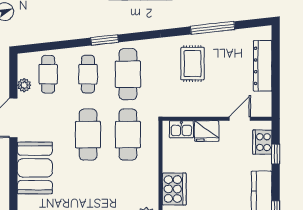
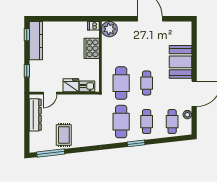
window: (213, 28) -> (51, 153), moved
rug: (193, 64) -> (64, 135), moved
dresser: (263, 66) -> (35, 115), moved
cafe table: (88, 135) -> (147, 83), width x0.73, depth x0.74
cooker: (262, 142) -> (35, 78), removed

